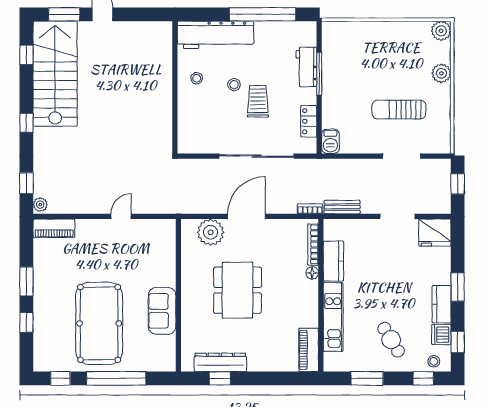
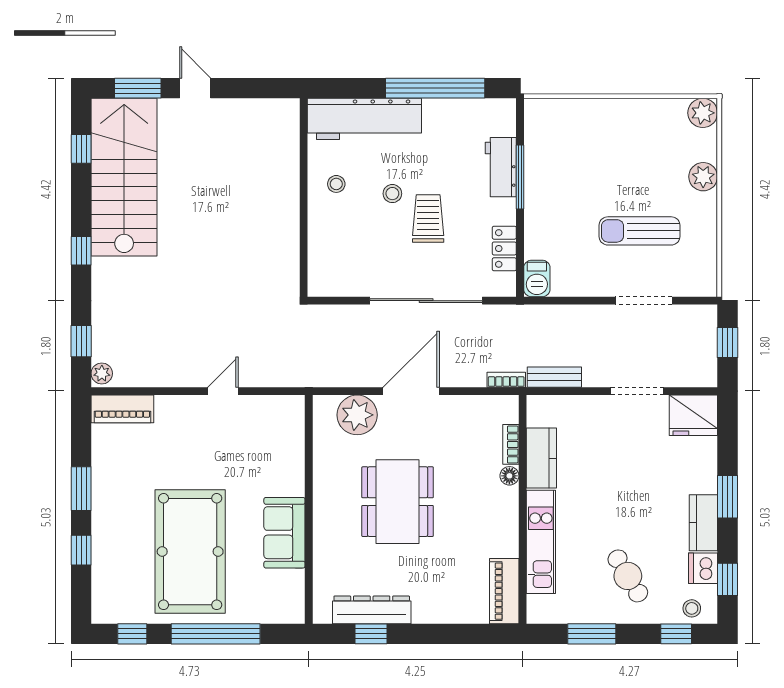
bookcase: (313, 245) -> (511, 444), width x0.64

